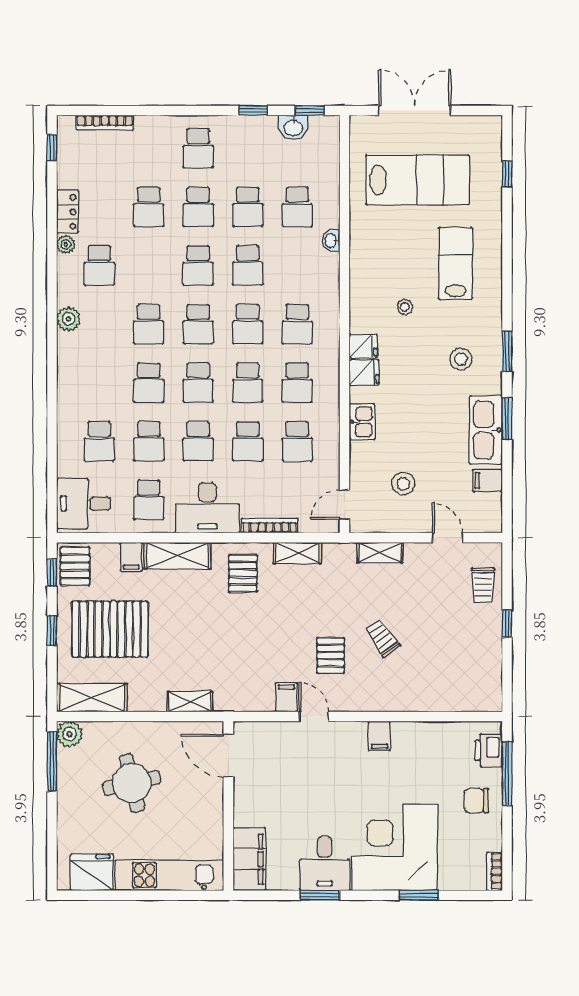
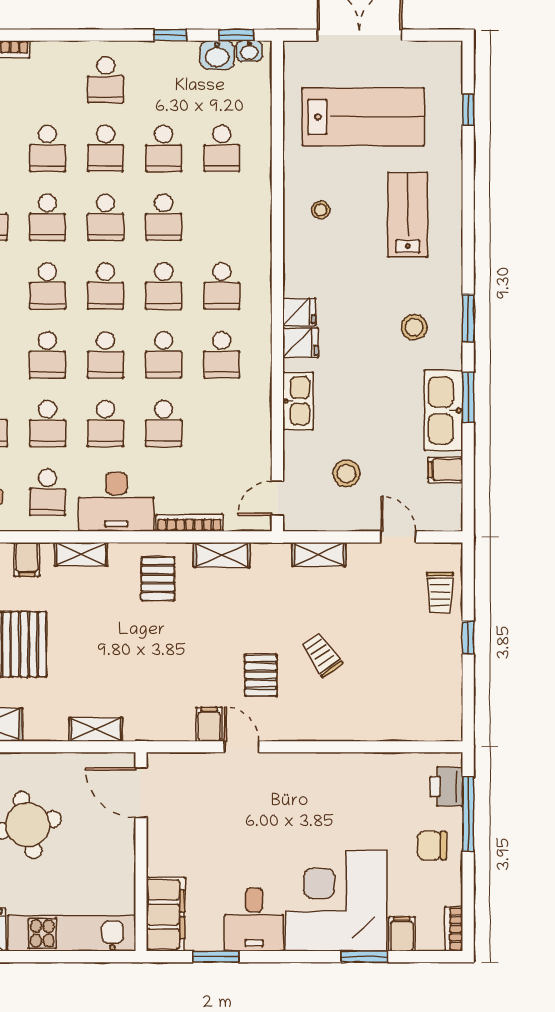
washbasin: (331, 241) -> (249, 51), moved, turned -90
stool: (405, 307) -> (321, 210), moved
kitchen sink: (362, 422) -> (298, 401), width x1.38
school desk: (297, 441) -> (47, 217), moved
shelving: (177, 556) -> (81, 554), width x0.67, depth x0.75
filing cabinet: (379, 736) -> (402, 934), moved, turned 180
window: (320, 895) -> (216, 957), moved

